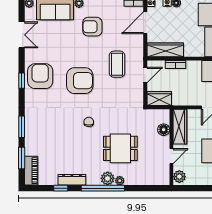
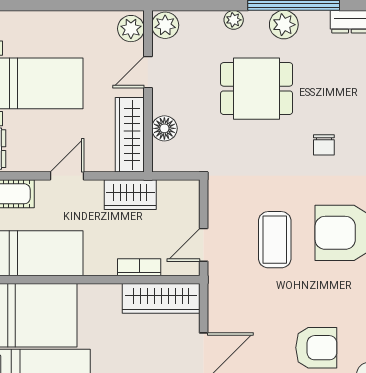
coffee table: (117, 64) -> (275, 240), moved
wardrobe: (159, 99) -> (130, 195), moved
plant: (163, 178) -> (165, 25), added
plant: (120, 181) -> (234, 20), moved

